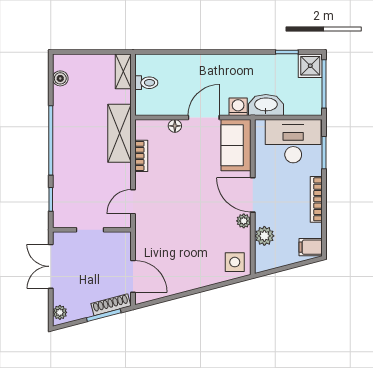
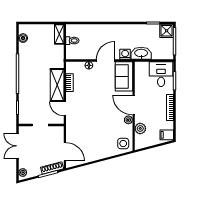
shelving: (120, 133) -> (57, 85), moved
desk: (293, 141) -> (161, 74), width x0.73
door: (133, 202) -> (65, 109), hinge flipped

